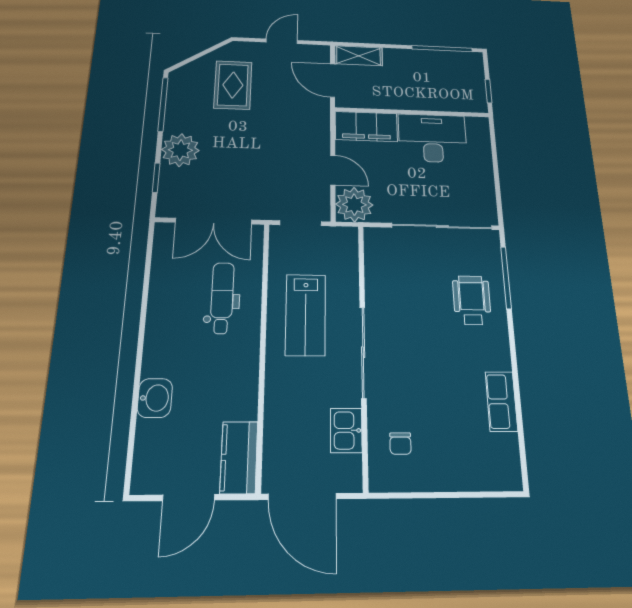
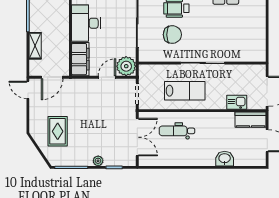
door: (282, 41) -> (28, 90), moved
shelving: (359, 56) -> (35, 46), moved
rug: (233, 85) -> (58, 131), turned 90
plant: (180, 150) -> (98, 161), width x0.53, depth x0.53
kitchen sink: (346, 430) -> (237, 102), moved, turned 180
chair: (400, 444) -> (172, 35), moved, width x1.87, depth x1.87

